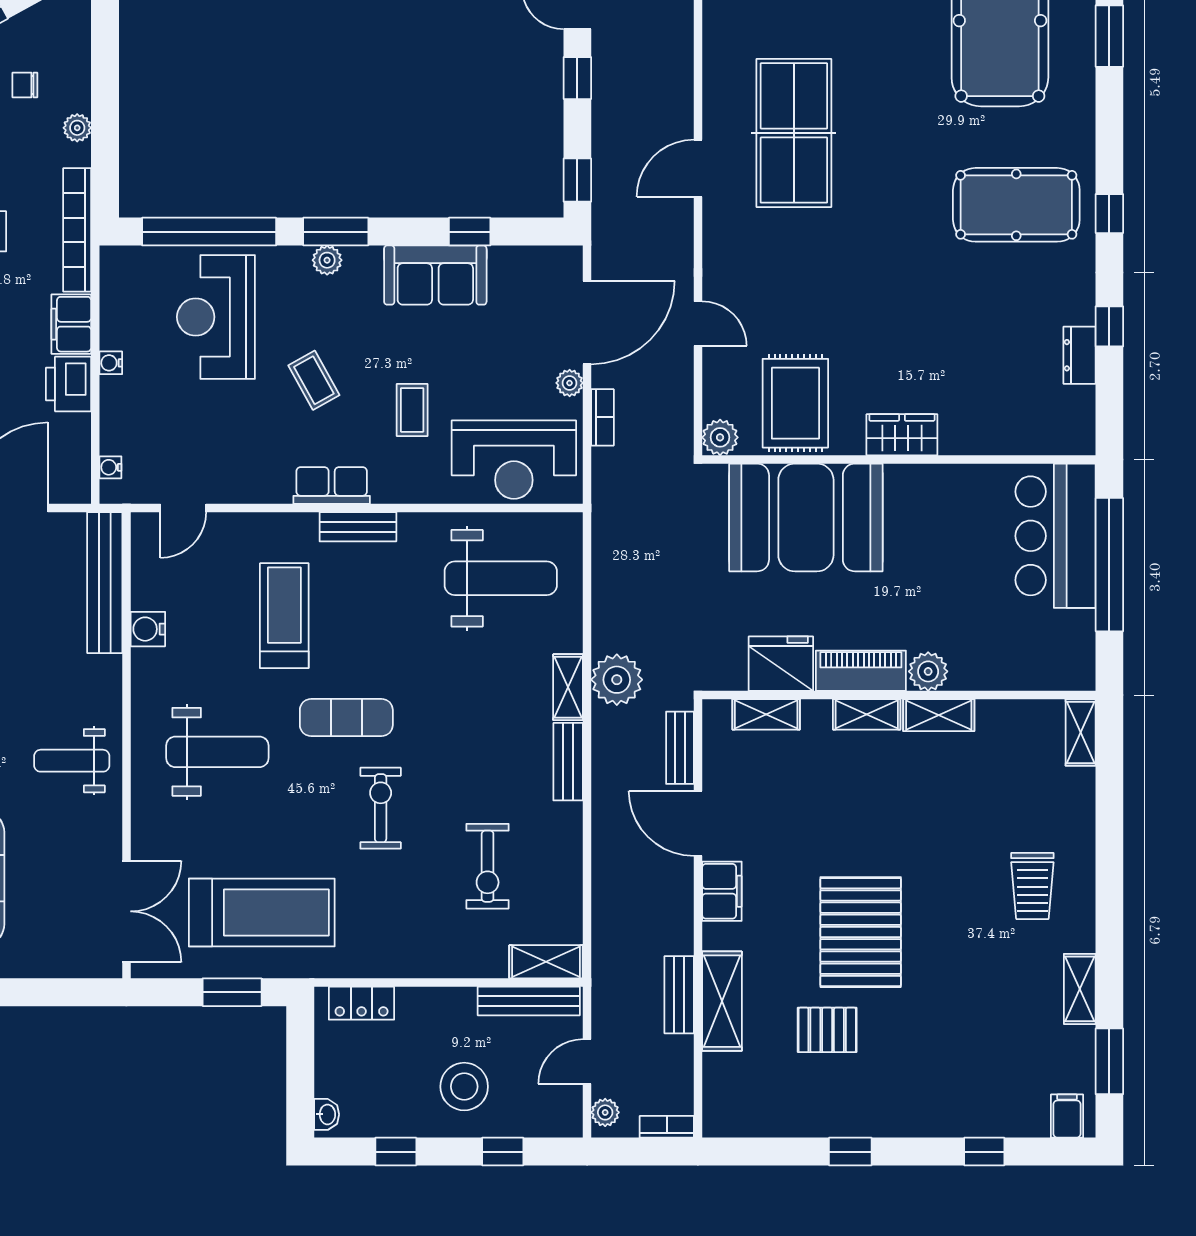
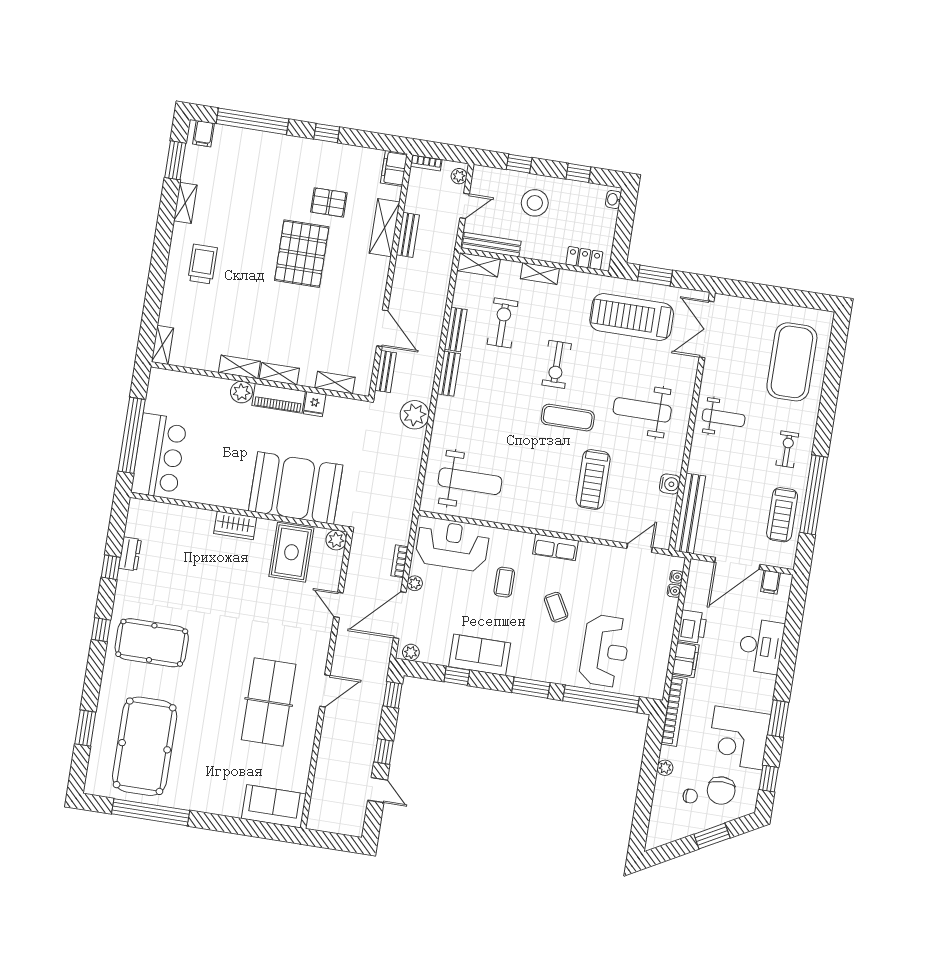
plant: (327, 260) -> (411, 652), moved
water cooler: (111, 363) -> (674, 591), moved
bench: (358, 527) -> (456, 329), moved, turned 90
weight bench: (501, 578) -> (470, 481), turned 180
fridge: (781, 664) -> (315, 404), width x0.53, depth x0.75
shelving: (568, 687) -> (540, 274), moved, turned 90
filing cabinet: (722, 891) -> (394, 168), moved
window: (984, 1152) -> (252, 121), width x3.17

